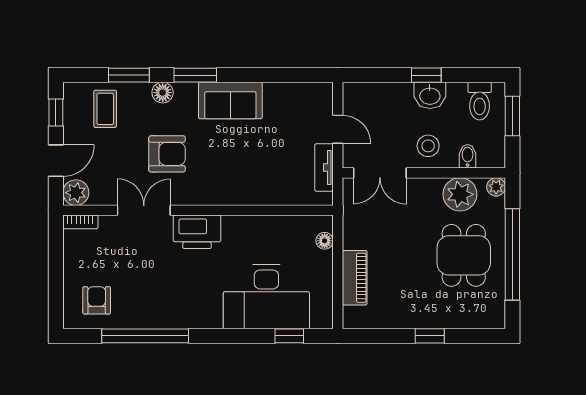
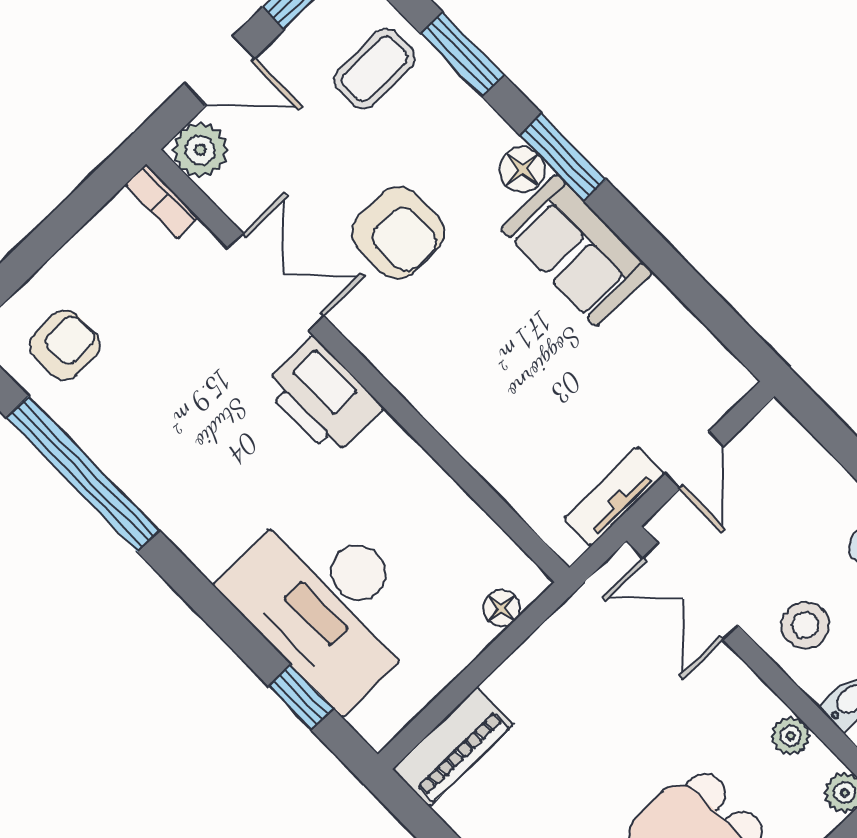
floor lamp: (163, 93) -> (522, 170), moved
plant: (460, 194) -> (790, 736), width x0.53, depth x0.53
piano: (355, 278) -> (453, 747), moved

